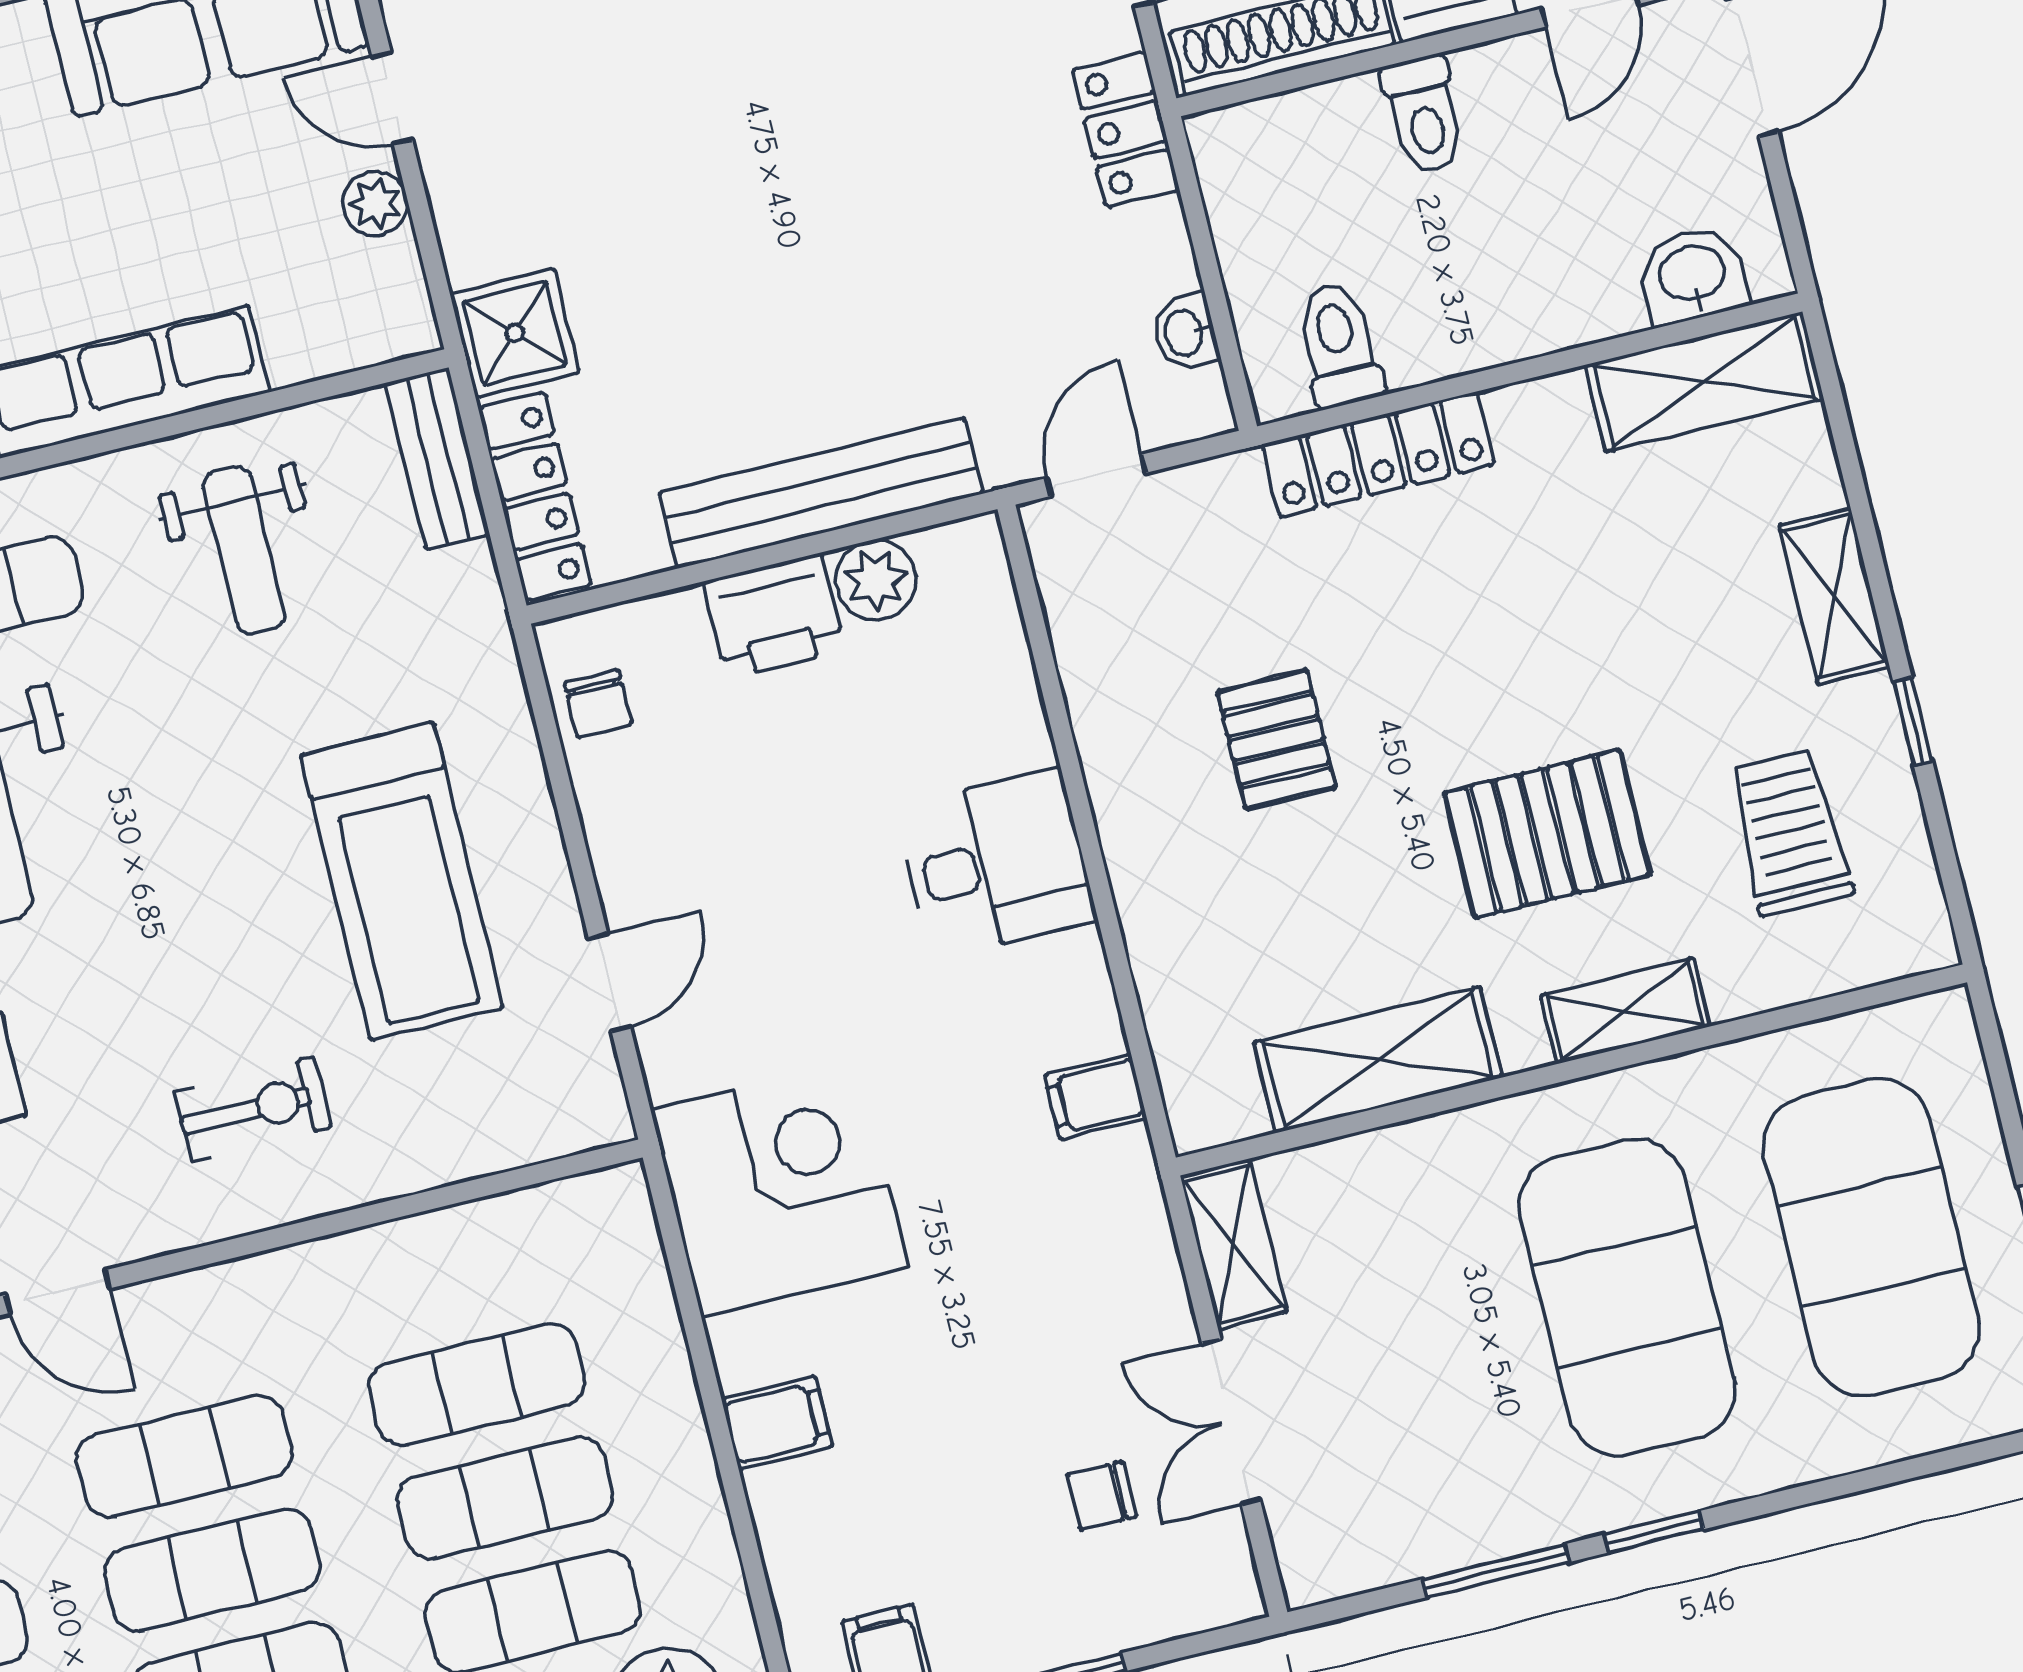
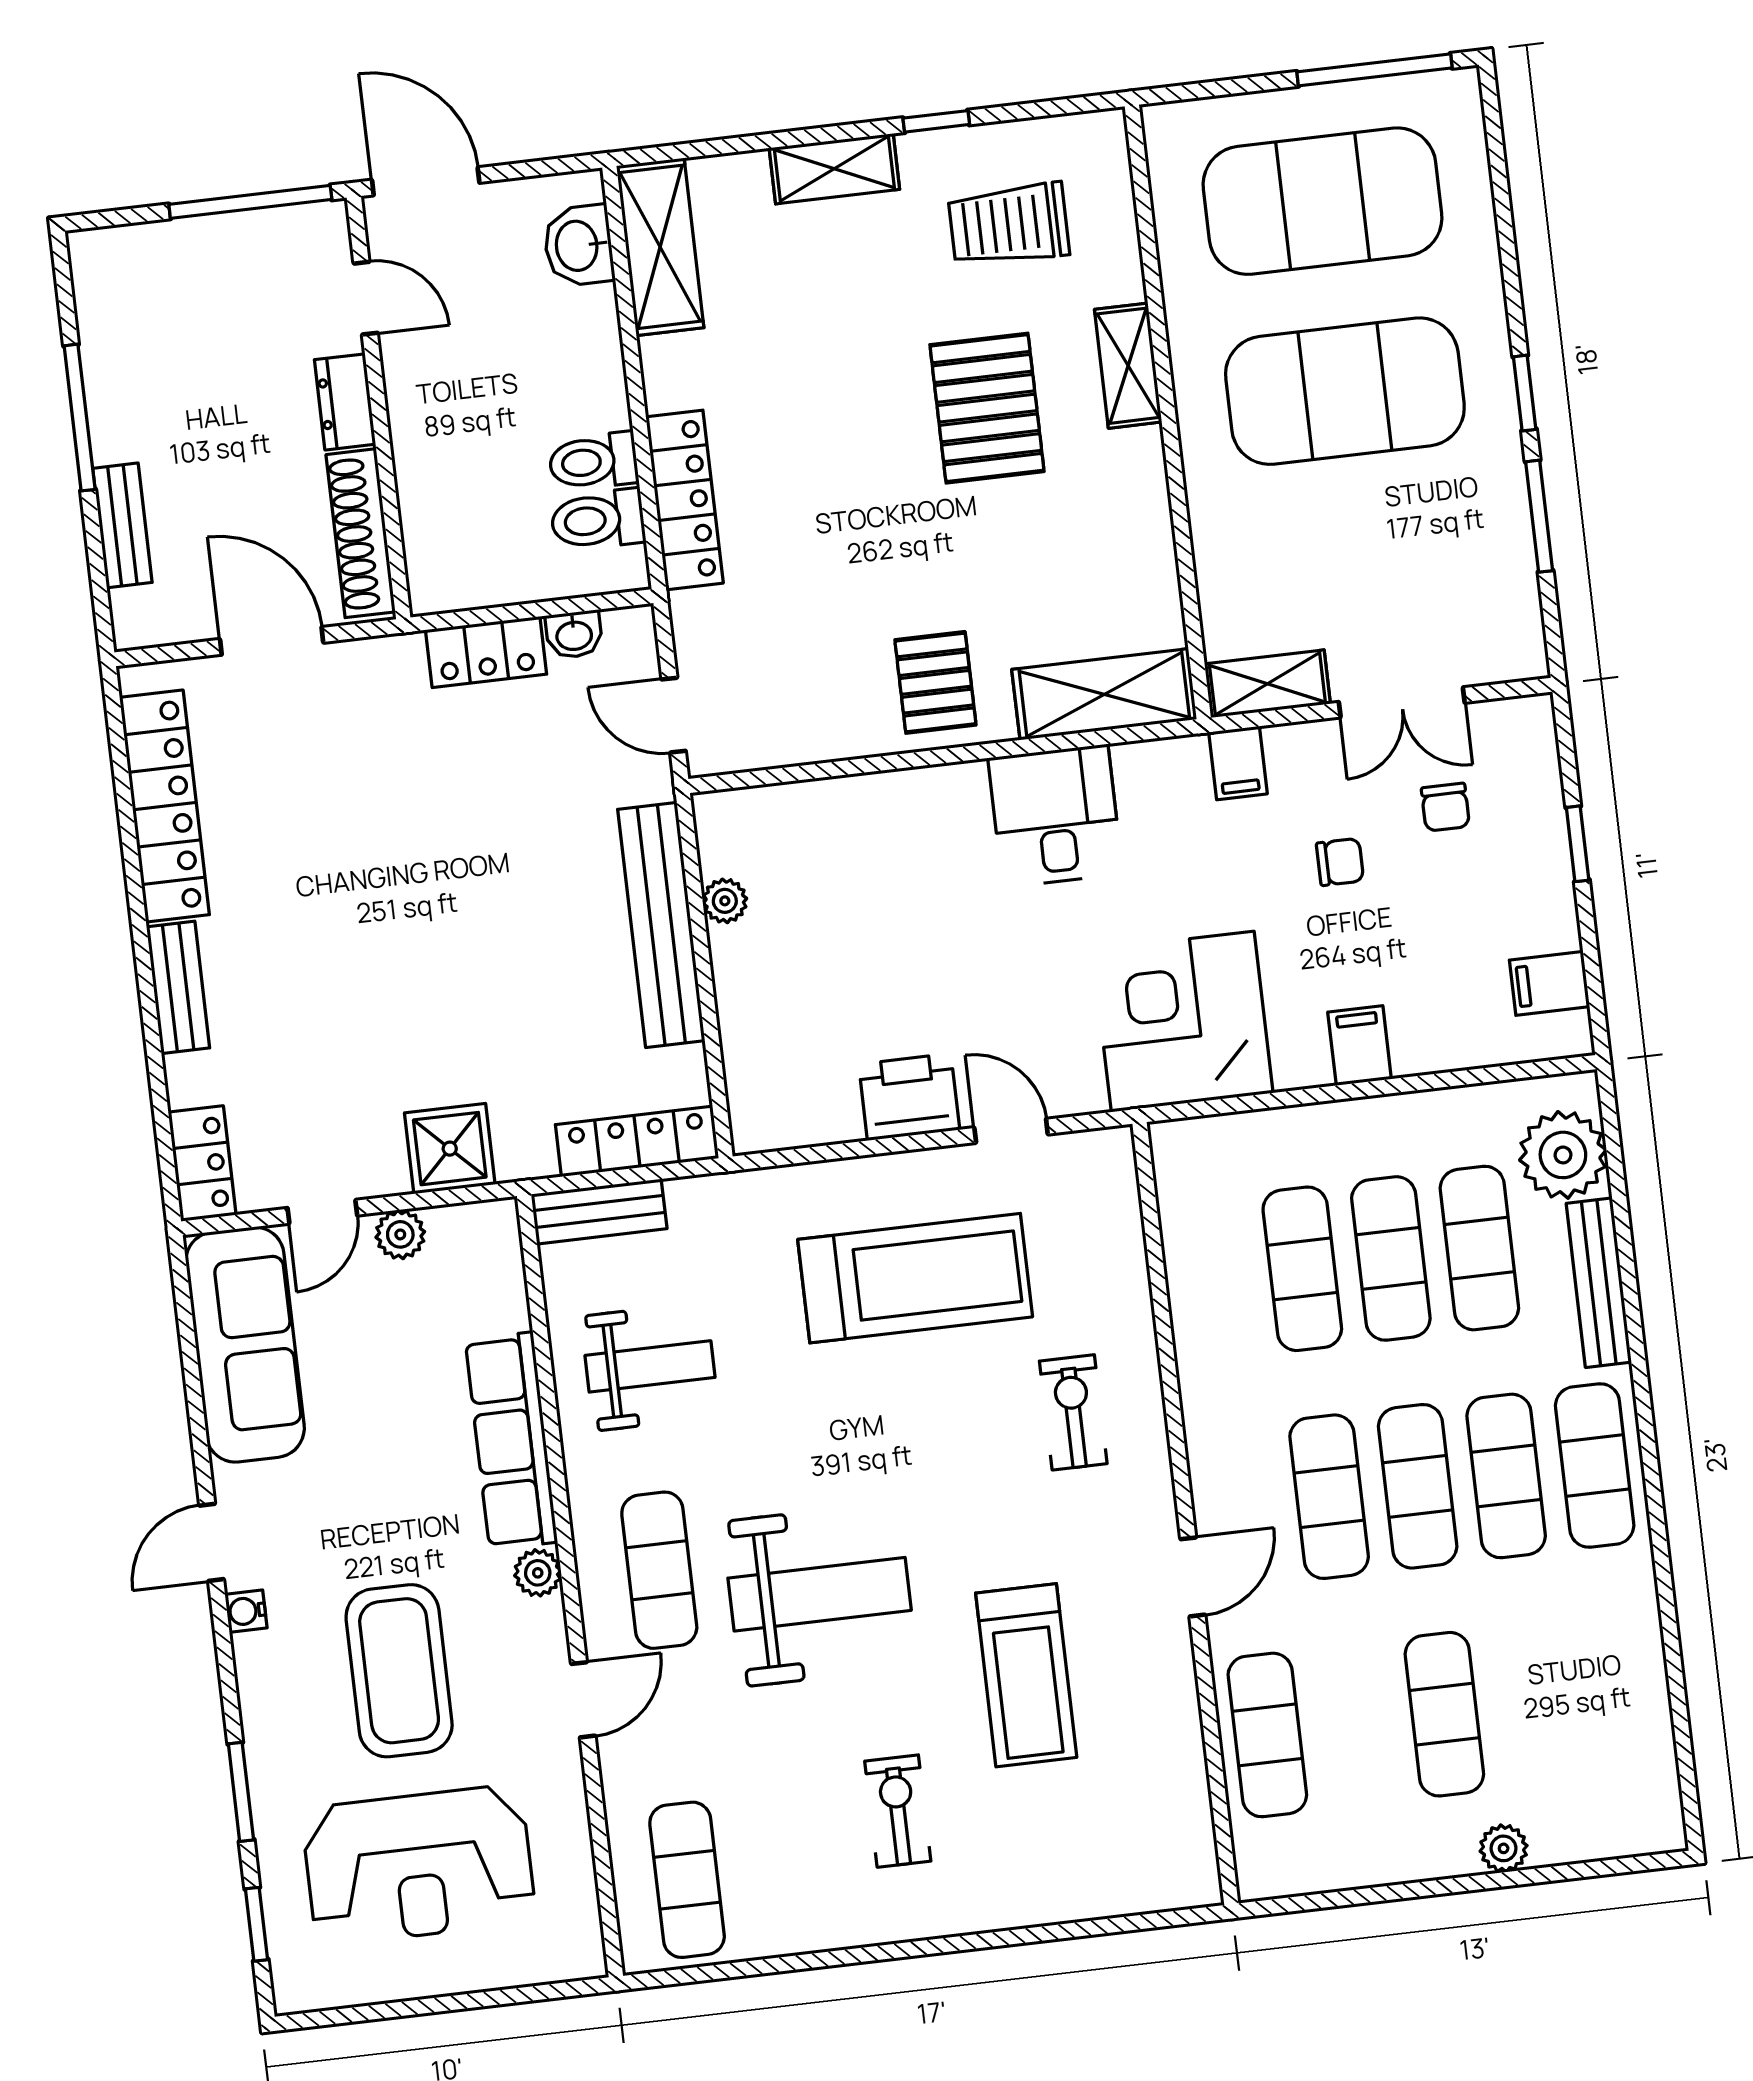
toilet: (1424, 115) -> (593, 461), moved, turned 180
locker: (1126, 130) -> (486, 652), moved
shower: (515, 333) -> (450, 1149), moved
plant: (876, 580) -> (725, 901), width x0.73, depth x0.73
printer: (774, 616) -> (909, 1097), moved, turned -90
chair: (598, 704) -> (1340, 862), moved
pallet: (1276, 740) -> (935, 682), moved, turned 90
desk: (996, 864) -> (1055, 816), moved
shelving: (1378, 1060) -> (1104, 694), moved, turned 90
filing cabinet: (1096, 1097) -> (1238, 763), moved

